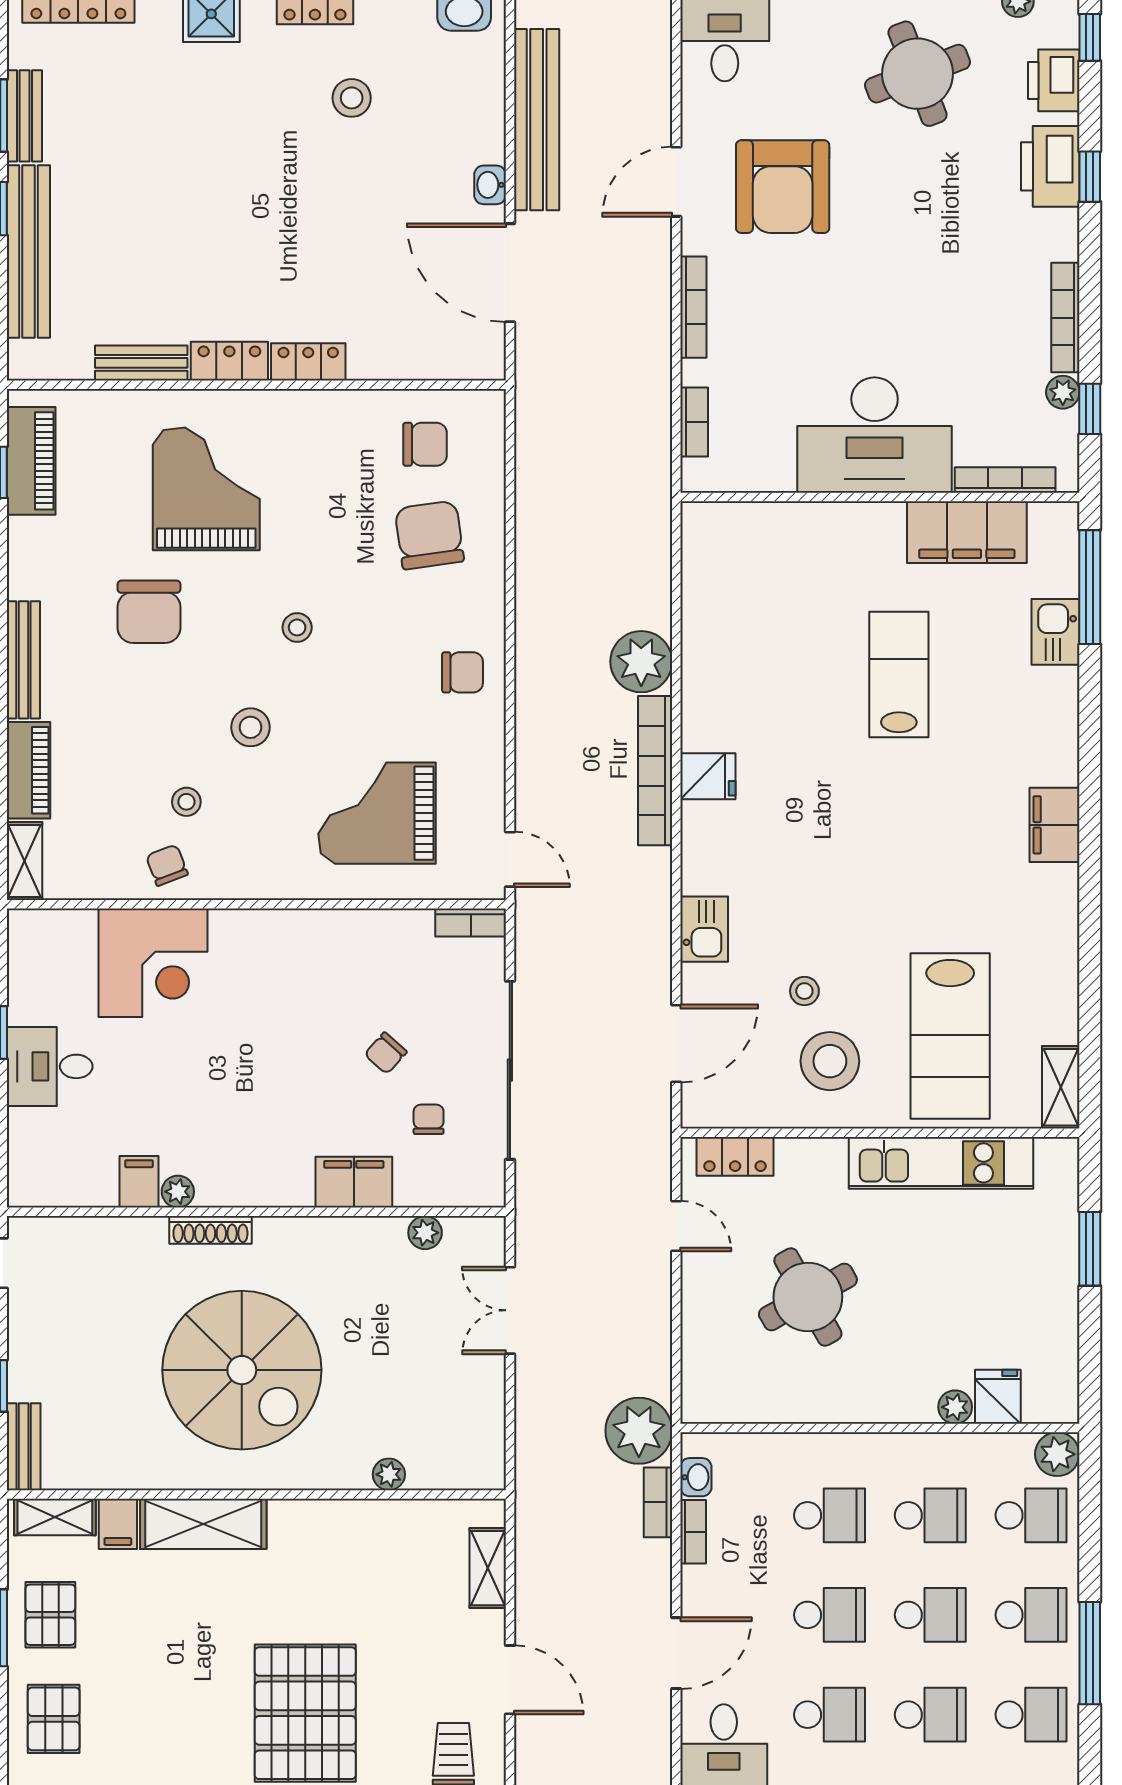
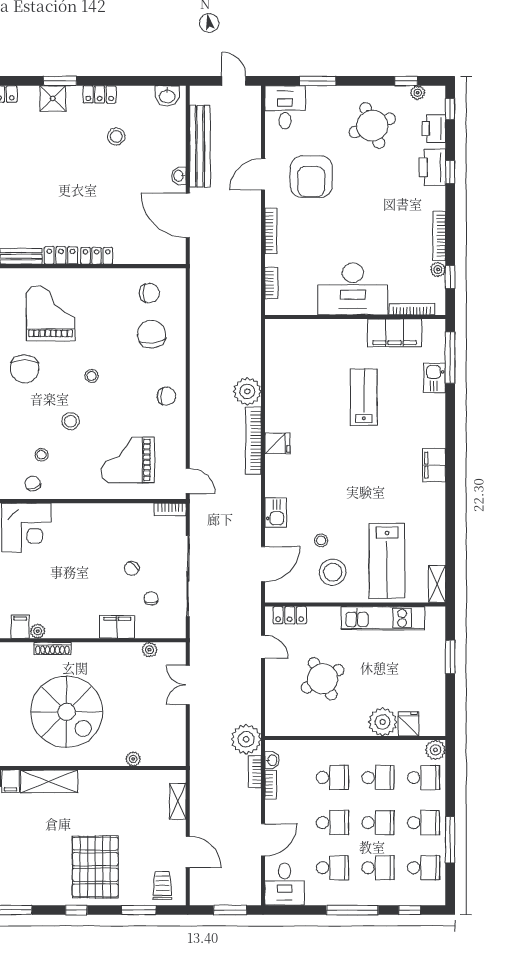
plant: (955, 1407) -> (383, 722), width x1.88, depth x1.88

